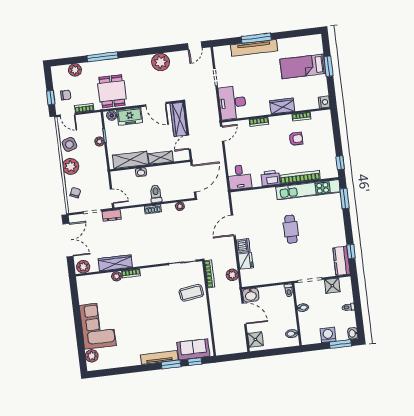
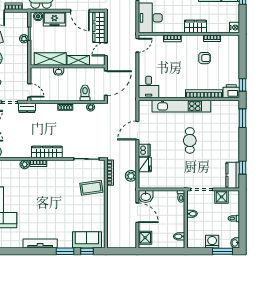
printer: (270, 178) -> (231, 91), moved
kitchen unit: (308, 190) -> (181, 106), moved
toilet: (156, 194) -> (85, 93), moved
wardrobe: (115, 263) -> (47, 152), moved
tv unit: (159, 357) -> (40, 244), moved

